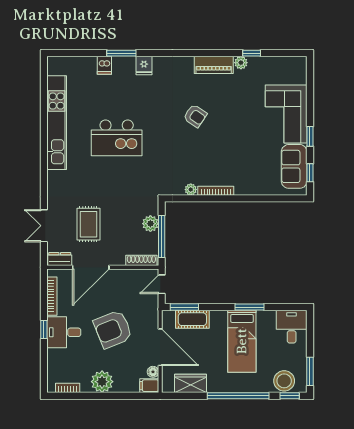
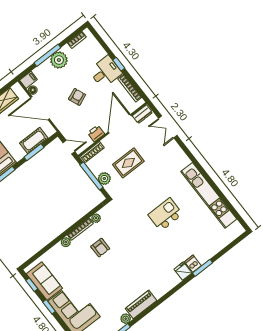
dishwasher: (104, 65) -> (193, 264), moved
armchair: (195, 116) -> (100, 248), moved, turned -124
kitchen island: (117, 138) -> (165, 214), width x0.73, depth x0.78
plant: (241, 189) -> (66, 242), added
rug: (88, 224) -> (128, 163), moved, turned 90
double door: (44, 226) -> (168, 127), swing flipped
printer: (123, 277) -> (96, 133), added
door: (162, 284) -> (69, 147), hinge flipped
window: (184, 307) -> (34, 152), moved
armchair: (113, 329) -> (77, 97), width x0.53, depth x0.53
window: (110, 396) -> (47, 55), added

